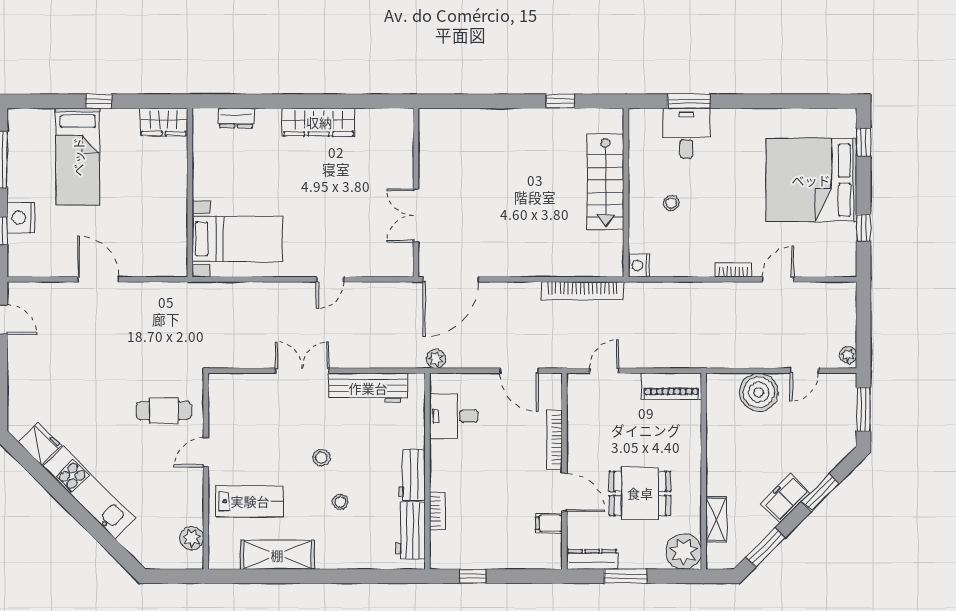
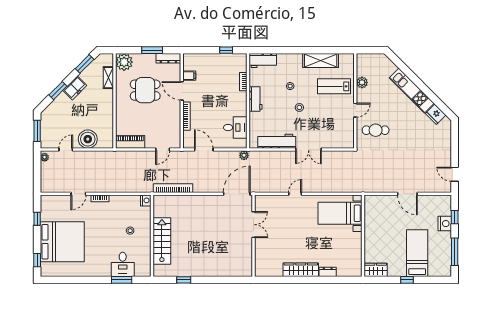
dresser: (236, 118) -> (328, 272), moved
workbench: (410, 531) -> (263, 60), moved, turned 90
plant: (192, 538) -> (362, 82), moved

